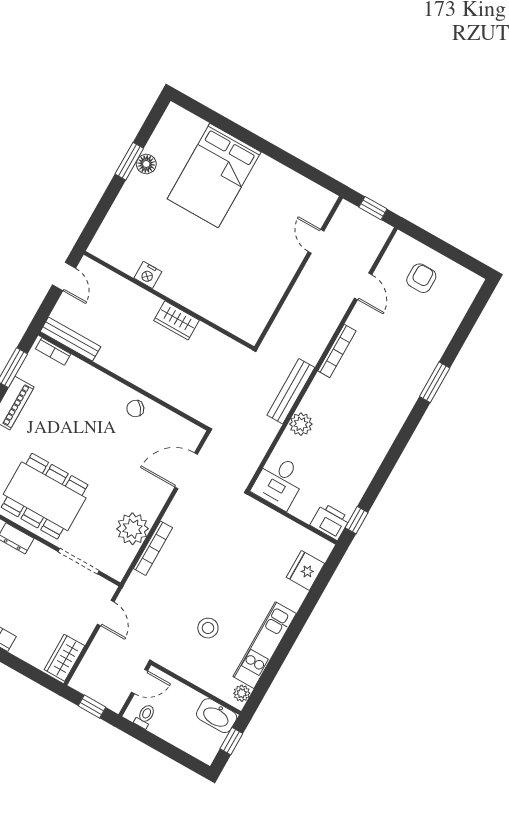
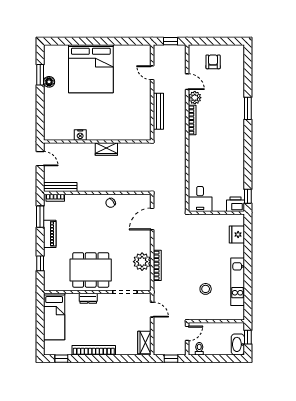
window: (129, 161) -> (40, 75), moved
bed: (214, 175) -> (91, 69), width x1.36
bench: (291, 391) -> (158, 111), moved
plant: (301, 424) -> (195, 98), moved
plant: (242, 693) -> (240, 311), removed
washbasin: (217, 716) -> (238, 344), moved, turned 90

